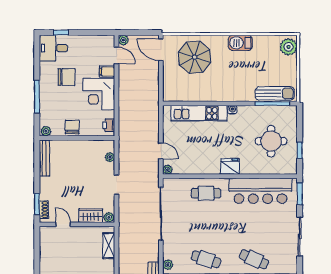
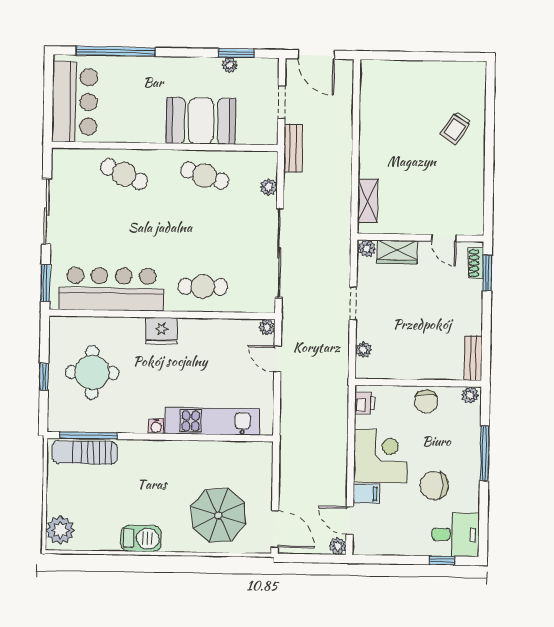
window: (300, 150) -> (44, 377), moved
bench: (44, 158) -> (473, 358), width x0.73
plant: (168, 265) -> (269, 187), moved

